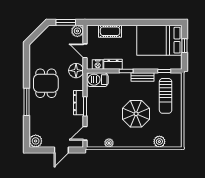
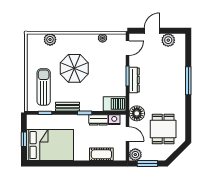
dining table: (46, 83) -> (163, 129), moved
plant: (36, 141) -> (168, 40), moved

